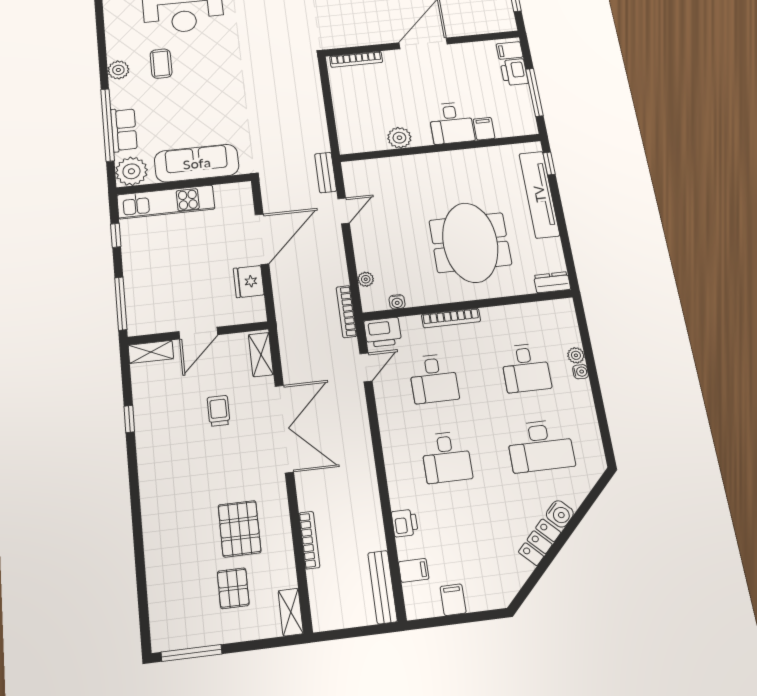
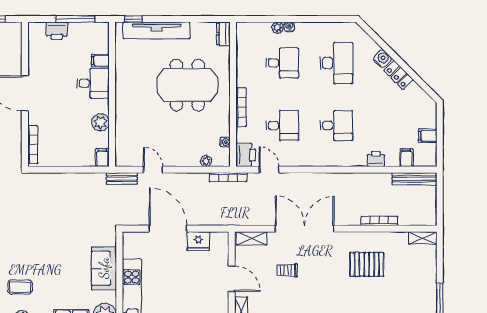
filing cabinet: (510, 50) -> (102, 158), moved, turned 180
sofa: (197, 163) -> (104, 268), width x0.73
pallet: (233, 588) -> (404, 272), removed

